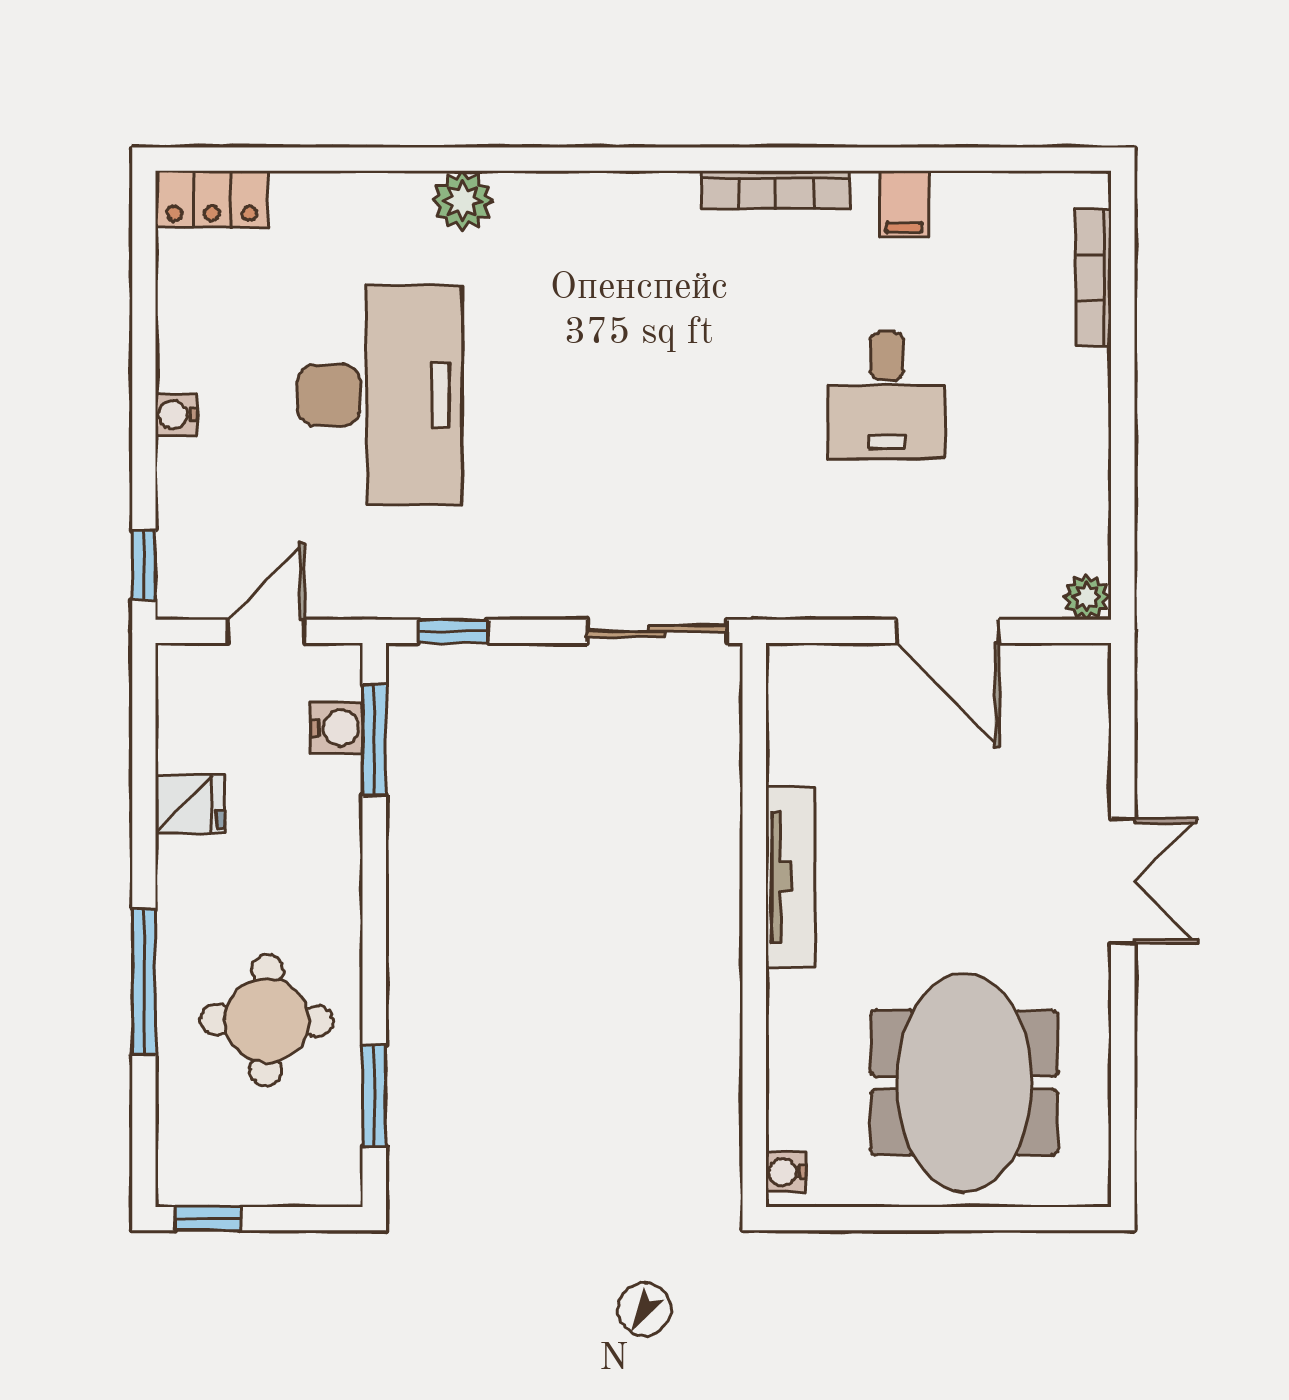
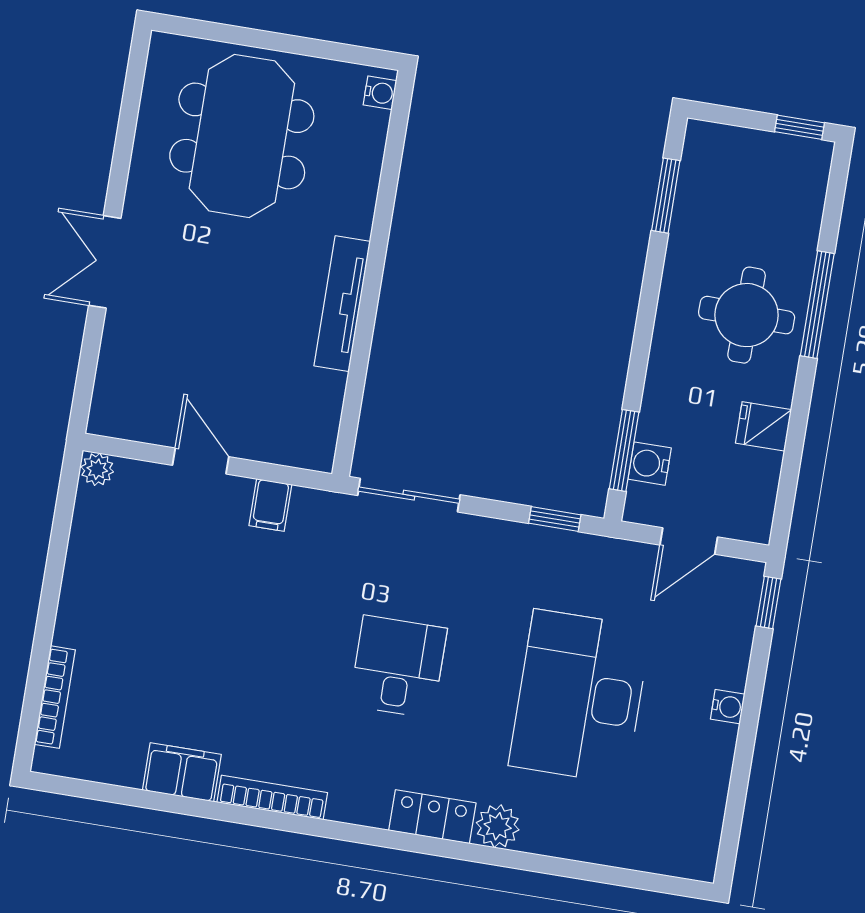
locker: (212, 199) -> (432, 817), moved
filing cabinet: (904, 204) -> (182, 772), width x2.00
desk: (887, 395) -> (398, 667), moved
filing cabinet: (843, 587) -> (270, 505), added
door: (948, 631) -> (201, 461), width x0.73
round table: (267, 1020) -> (747, 315), moved

